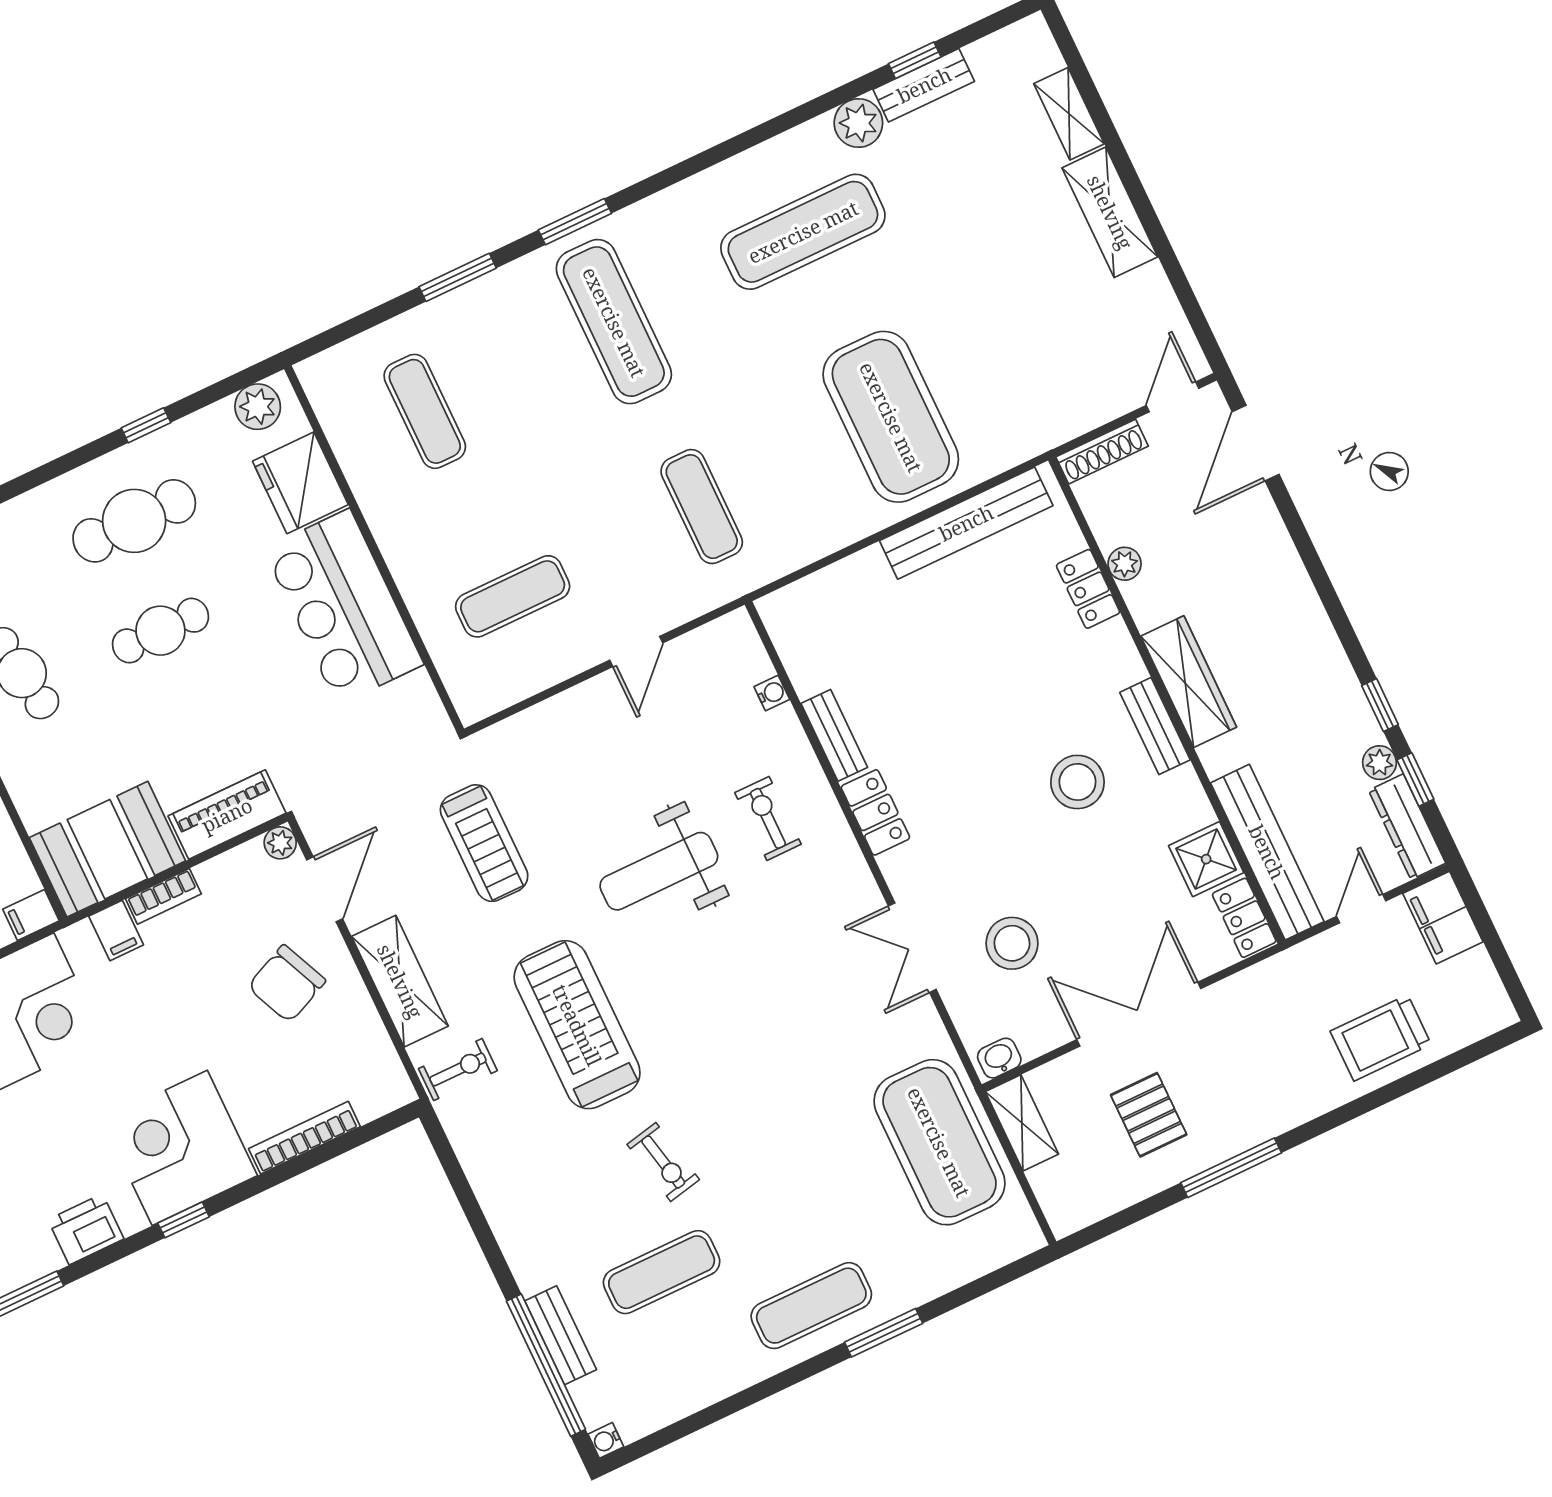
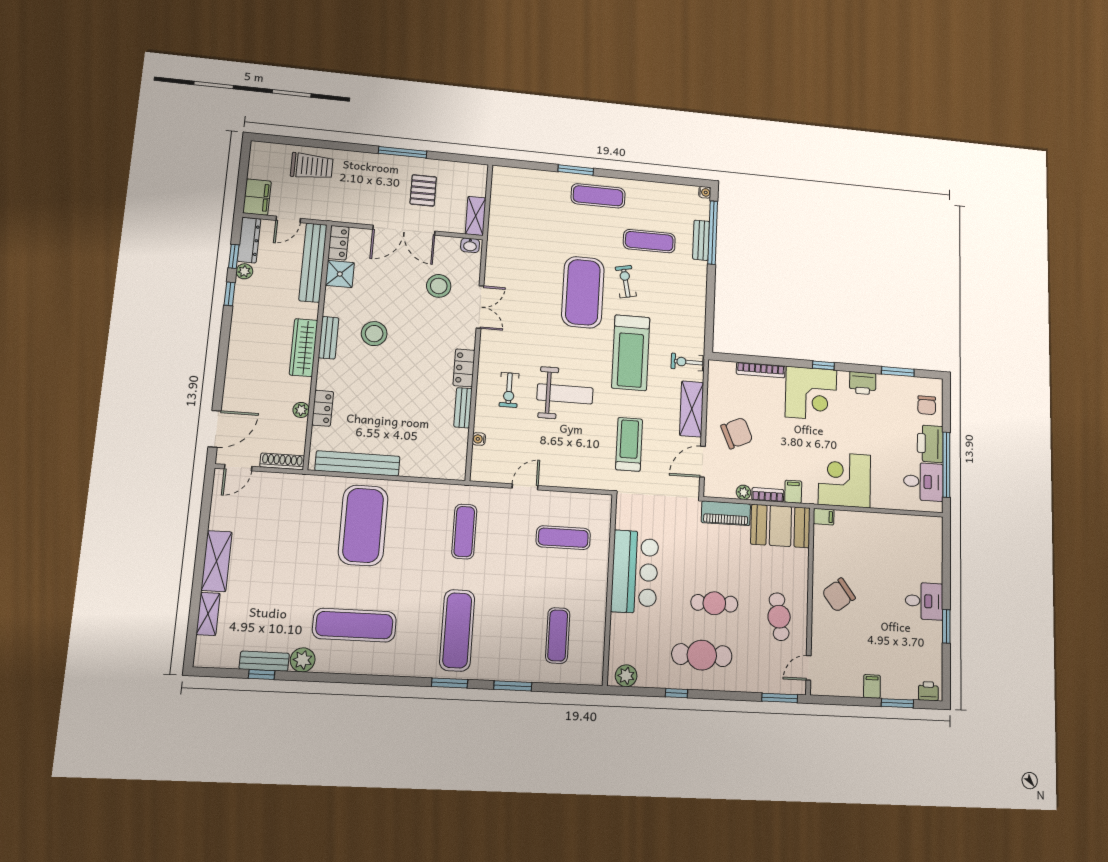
fridge: (300, 483) -> (625, 633), removed
plant: (280, 843) -> (743, 492), moved
exercise mat: (939, 1142) -> (583, 292), moved

